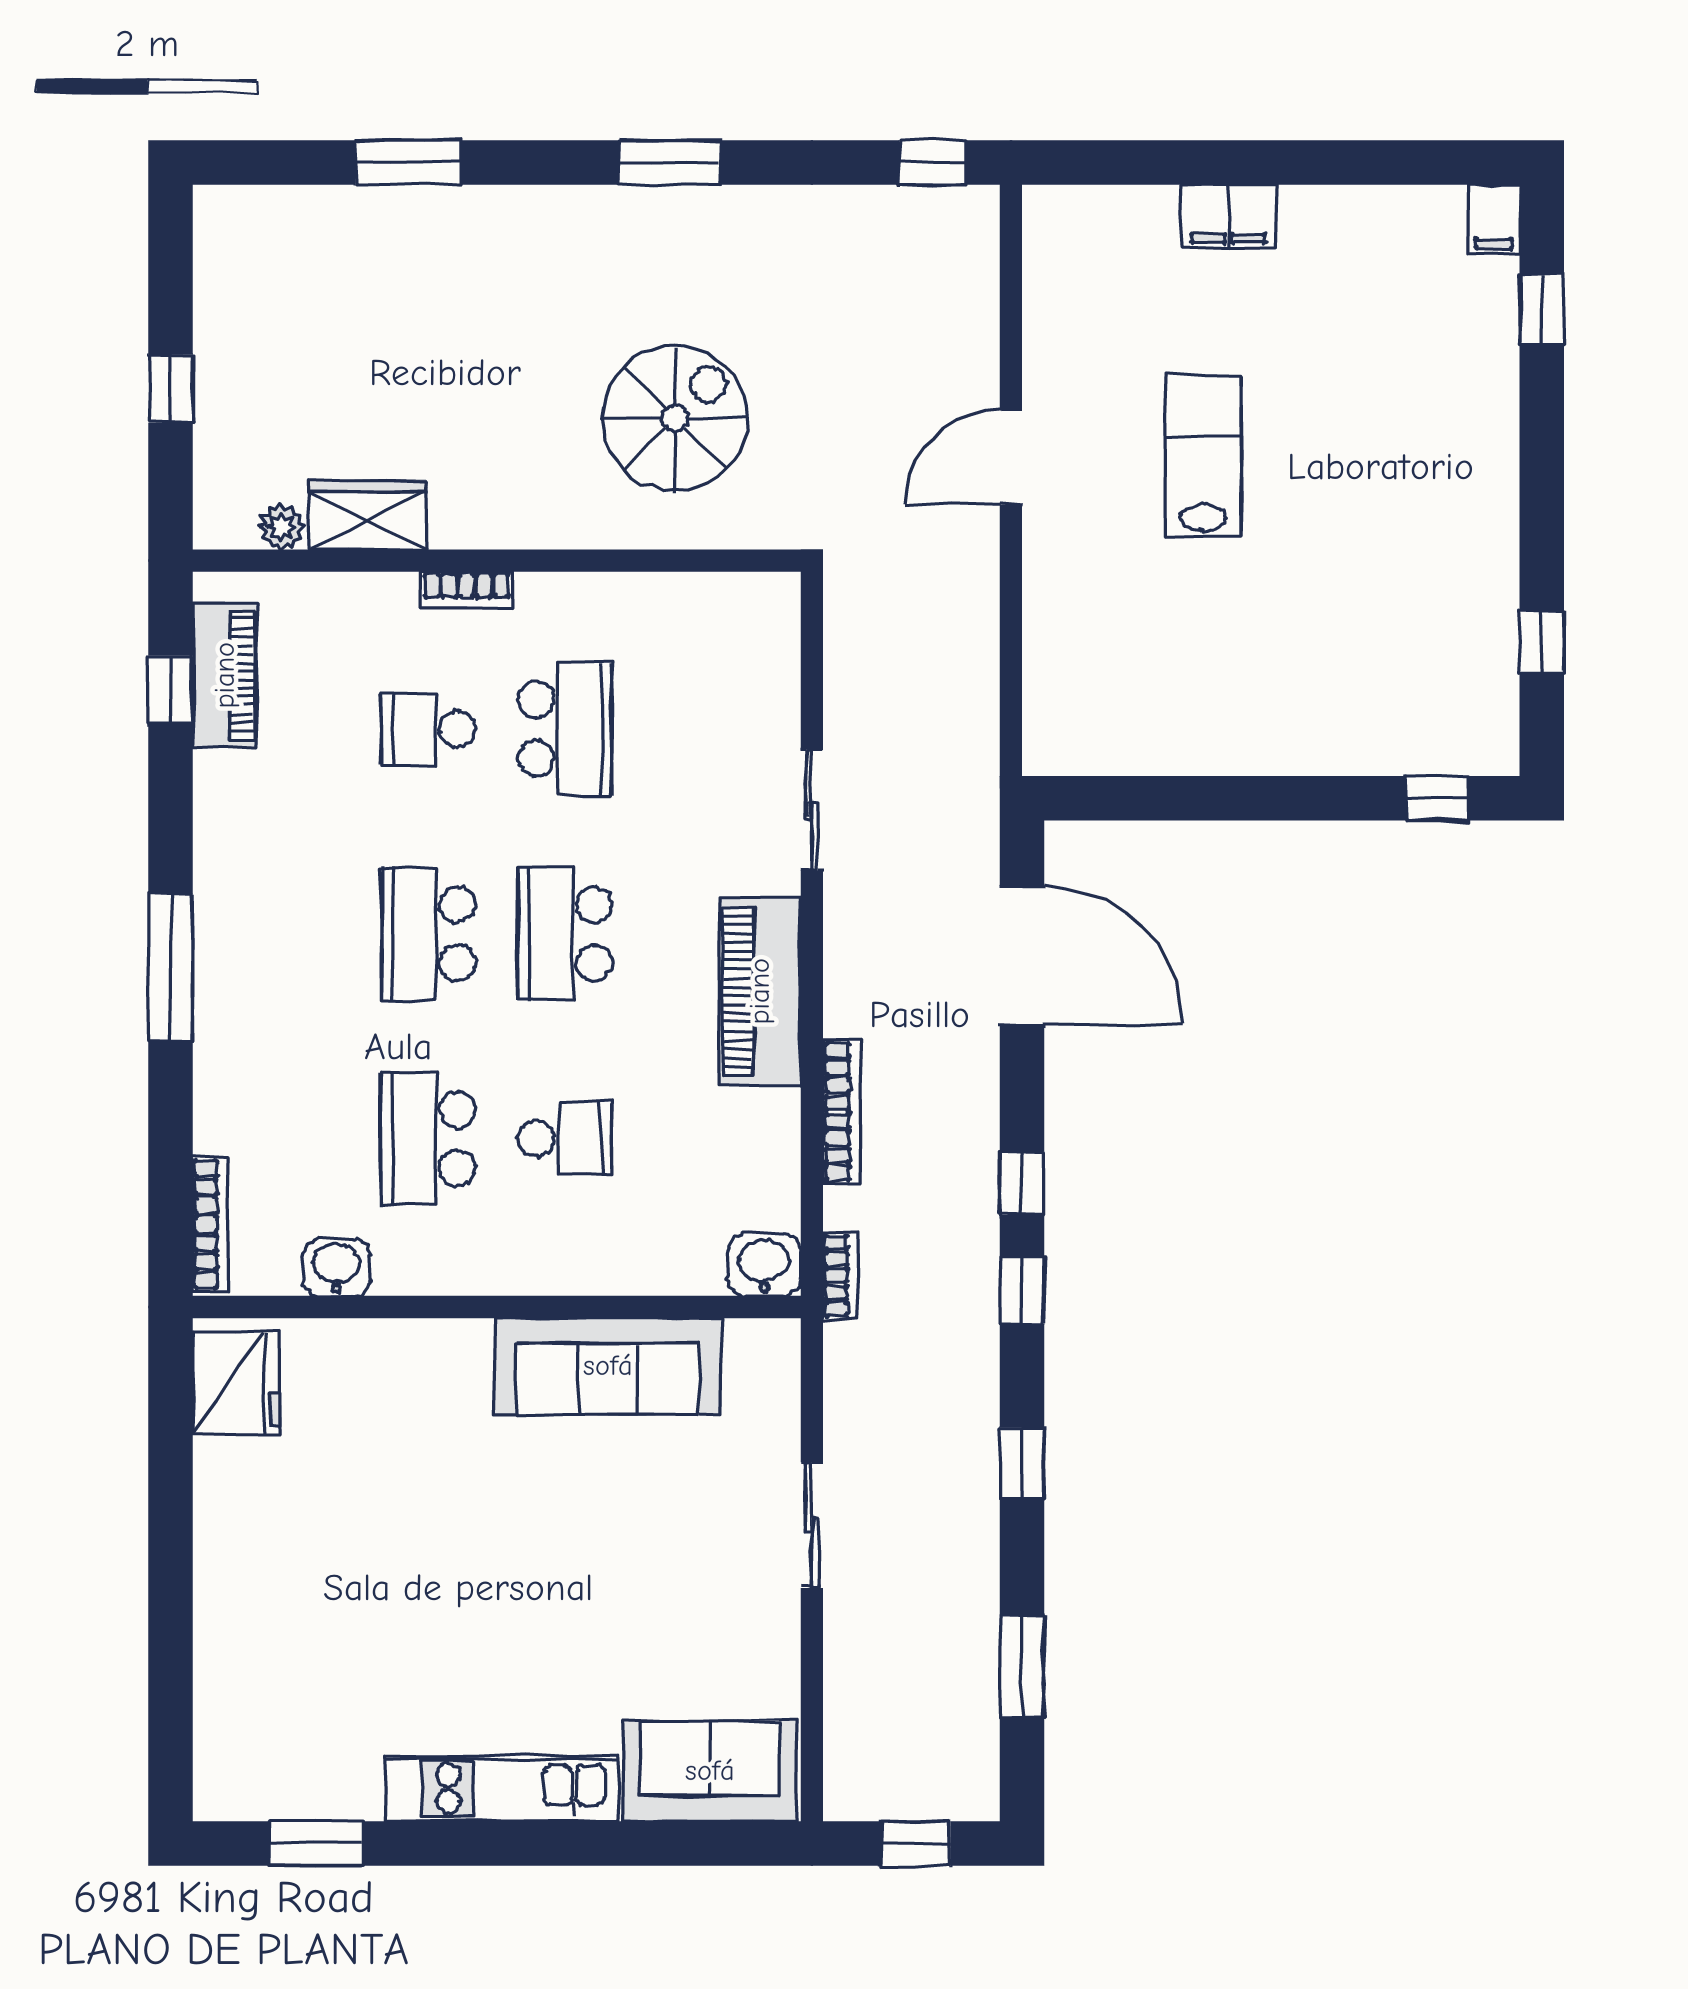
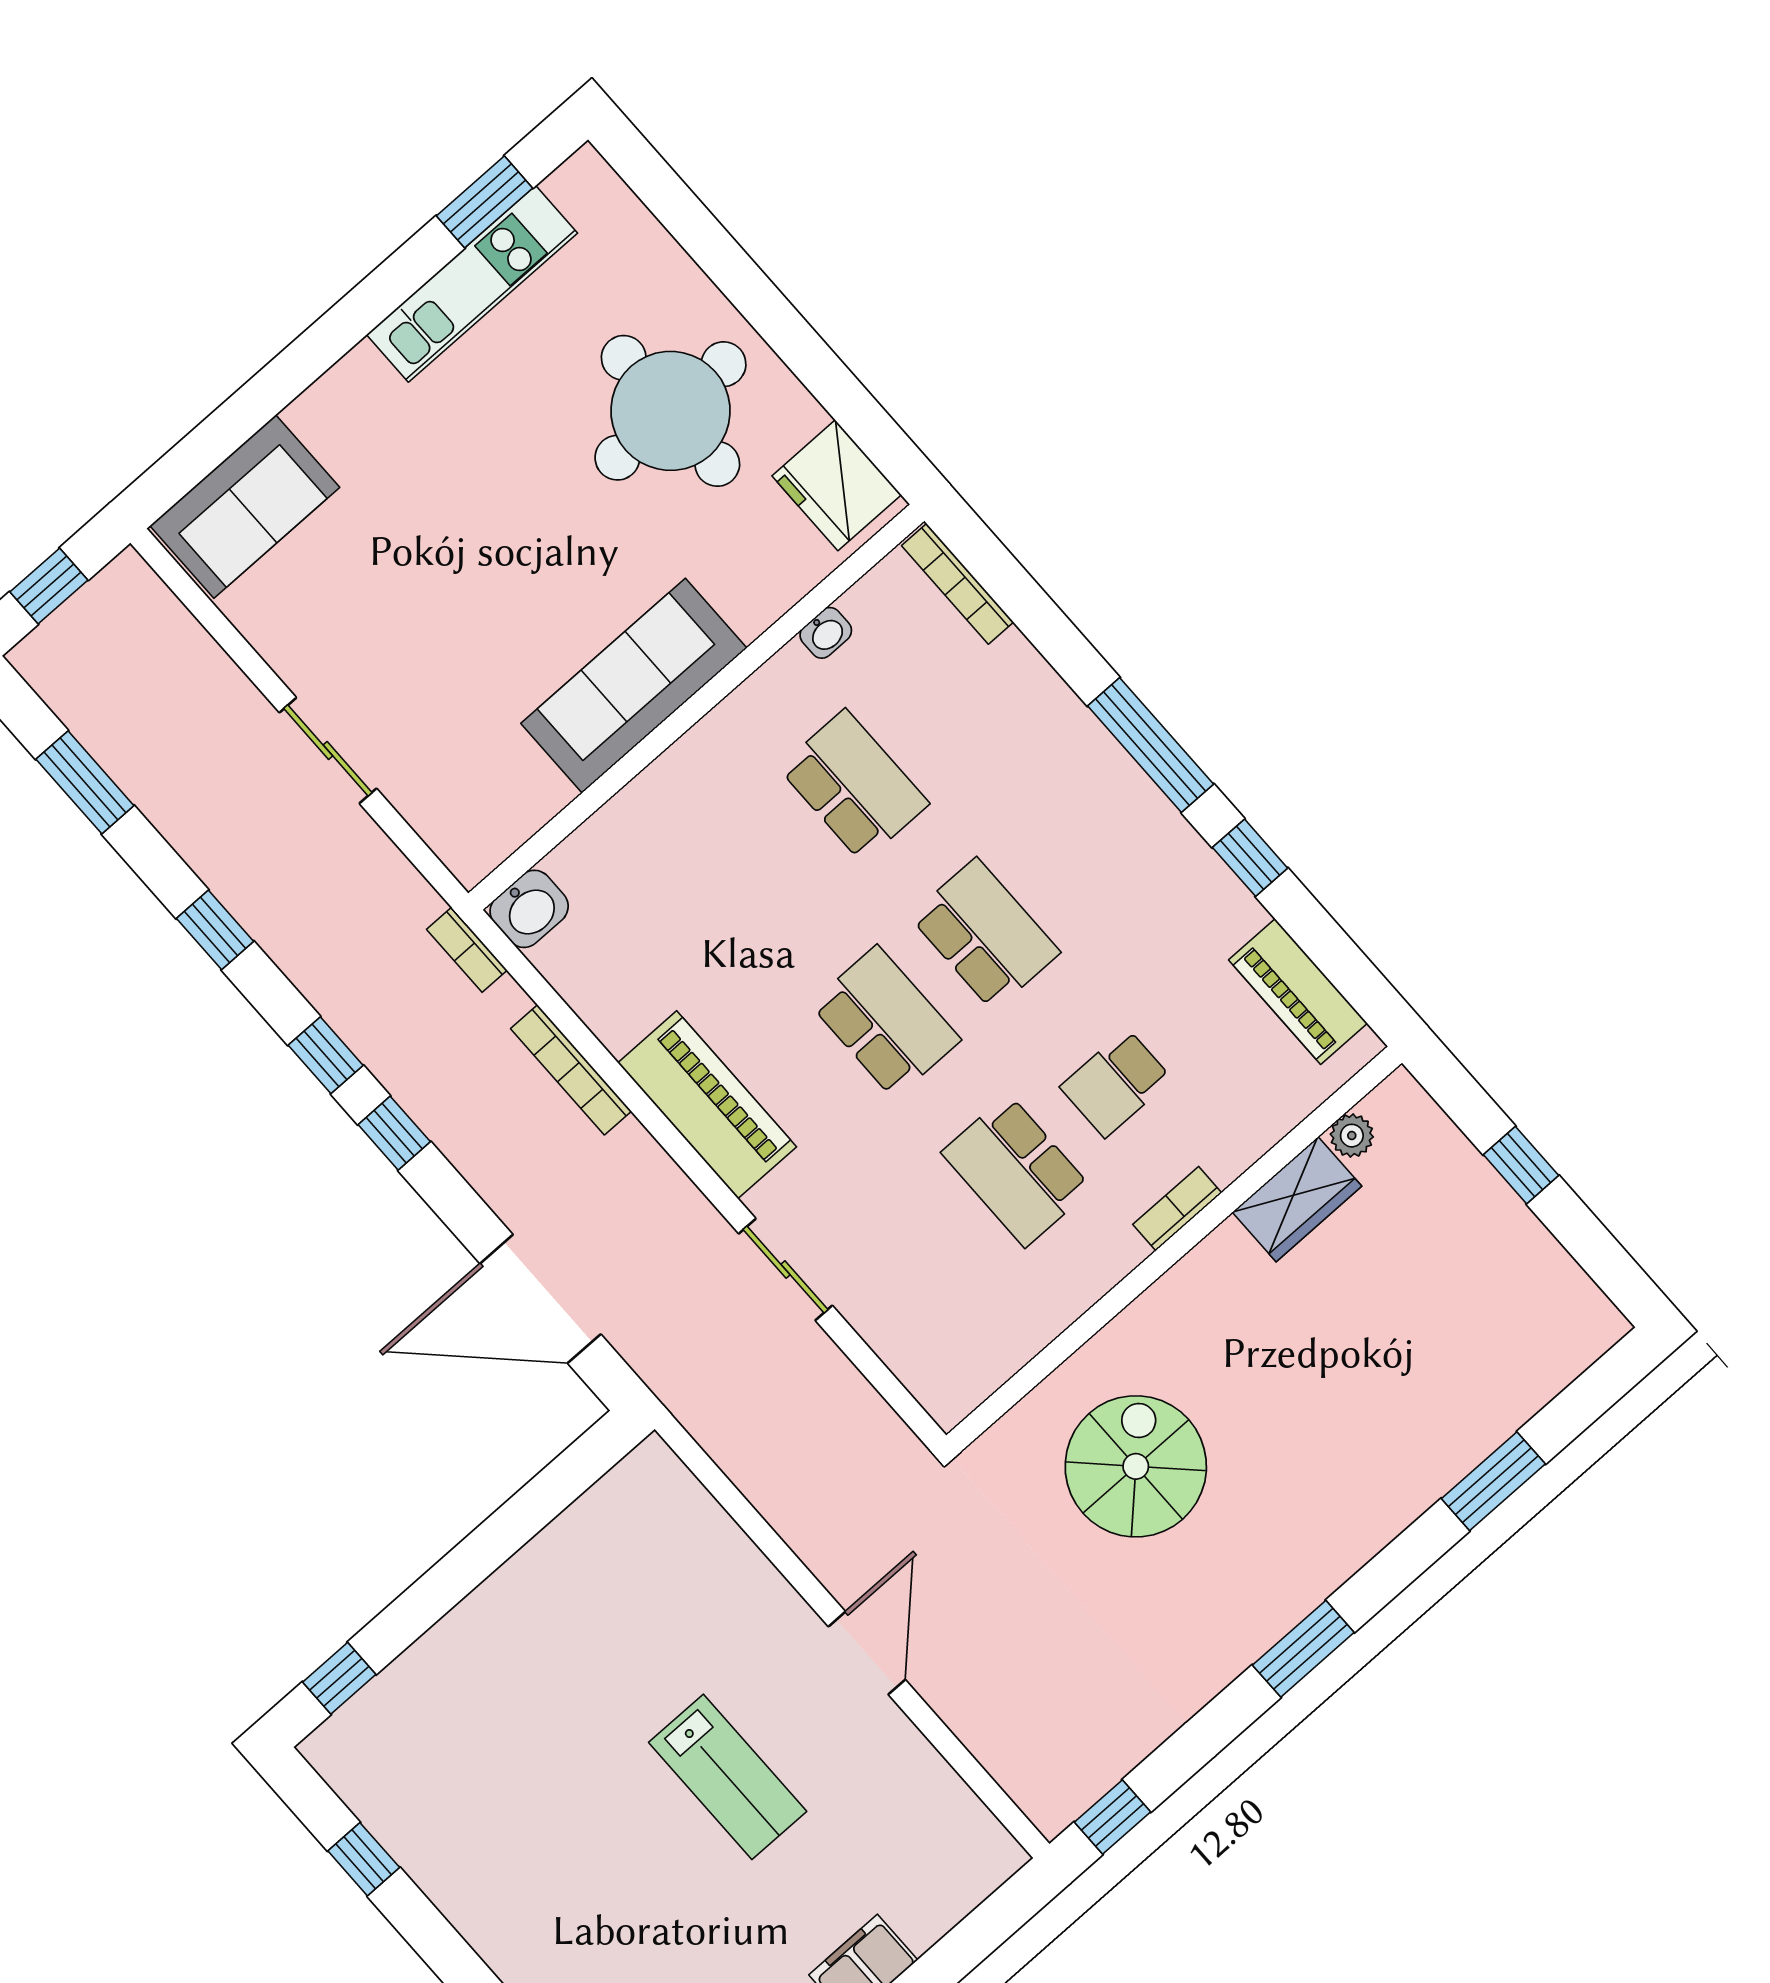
spiral stairs: (675, 418) -> (1136, 1466), turned 180
window: (170, 690) -> (1250, 858), moved
school desk: (428, 729) -> (1116, 1083), turned 180
school desk: (565, 1139) -> (754, 873), removed
washbasin: (336, 1267) -> (826, 633), width x0.72, depth x0.69
sofa: (608, 1366) -> (634, 686), moved
round table: (314, 1554) -> (670, 411), added
kitchen unit: (502, 1788) -> (472, 284), moved

